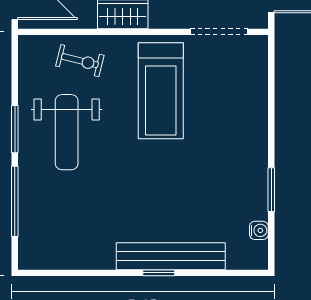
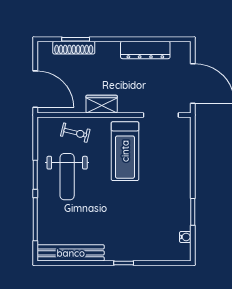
bench: (171, 256) -> (71, 253), moved

